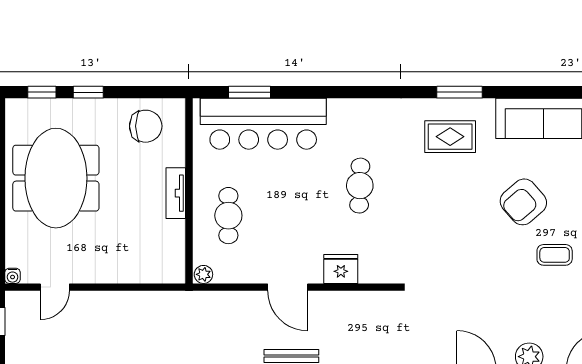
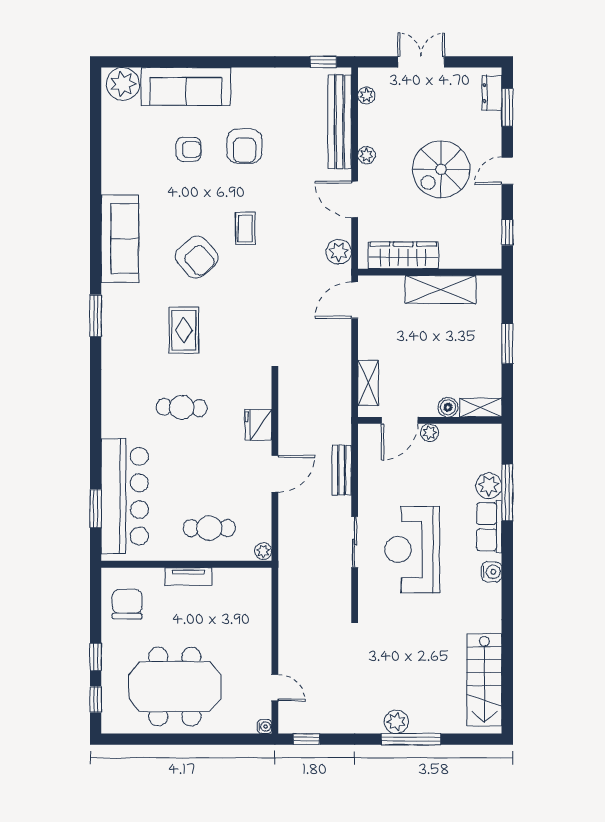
rug: (450, 137) -> (184, 330), moved

